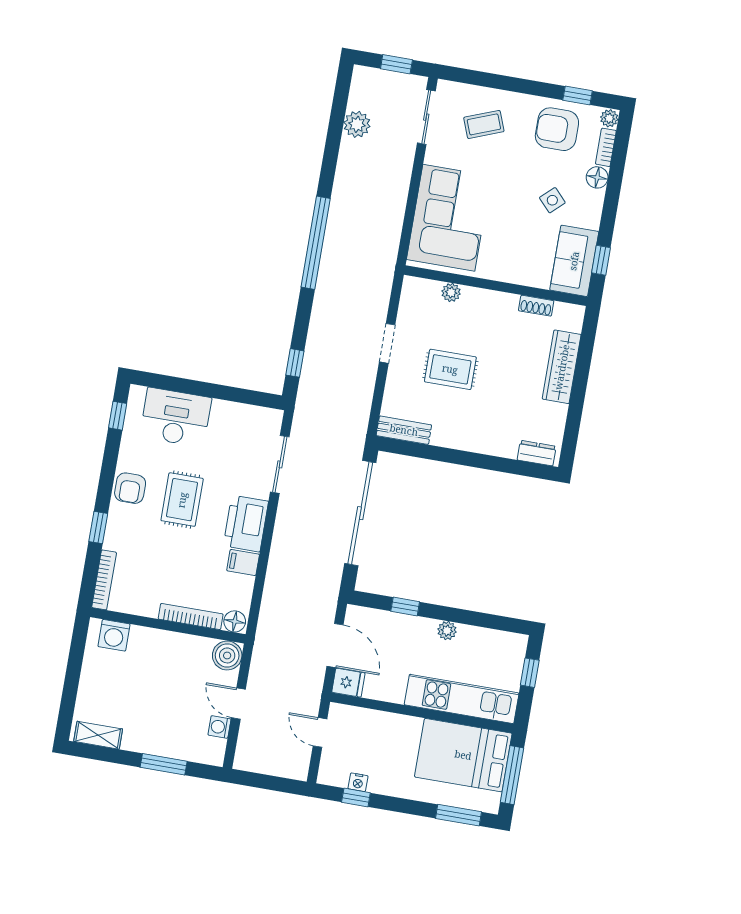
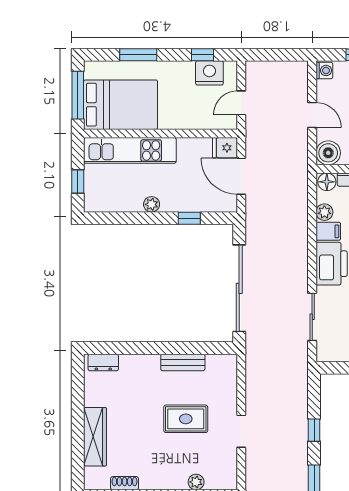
window: (295, 363) -> (314, 430), moved
bench: (404, 430) -> (183, 362), moved
plant: (244, 586) -> (324, 212), added
washing machine: (219, 727) -> (324, 70), moved
door: (320, 732) -> (241, 103), swing flipped
nightstand: (358, 782) -> (209, 73), width x1.89, depth x1.79
window: (458, 815) -> (138, 55), moved

